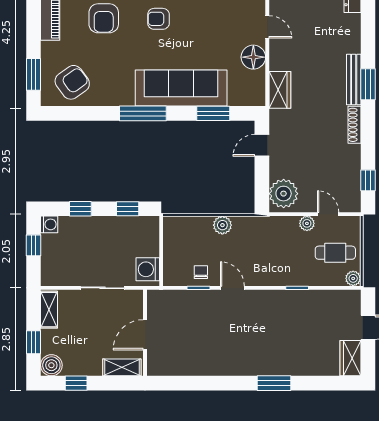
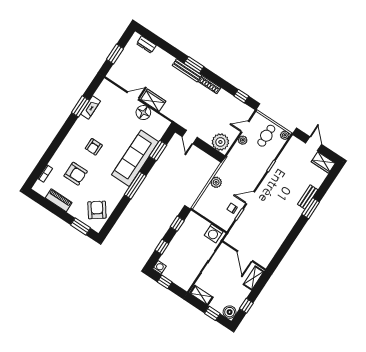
wardrobe: (280, 90) -> (153, 100), moved
bench: (287, 368) -> (308, 197), added

